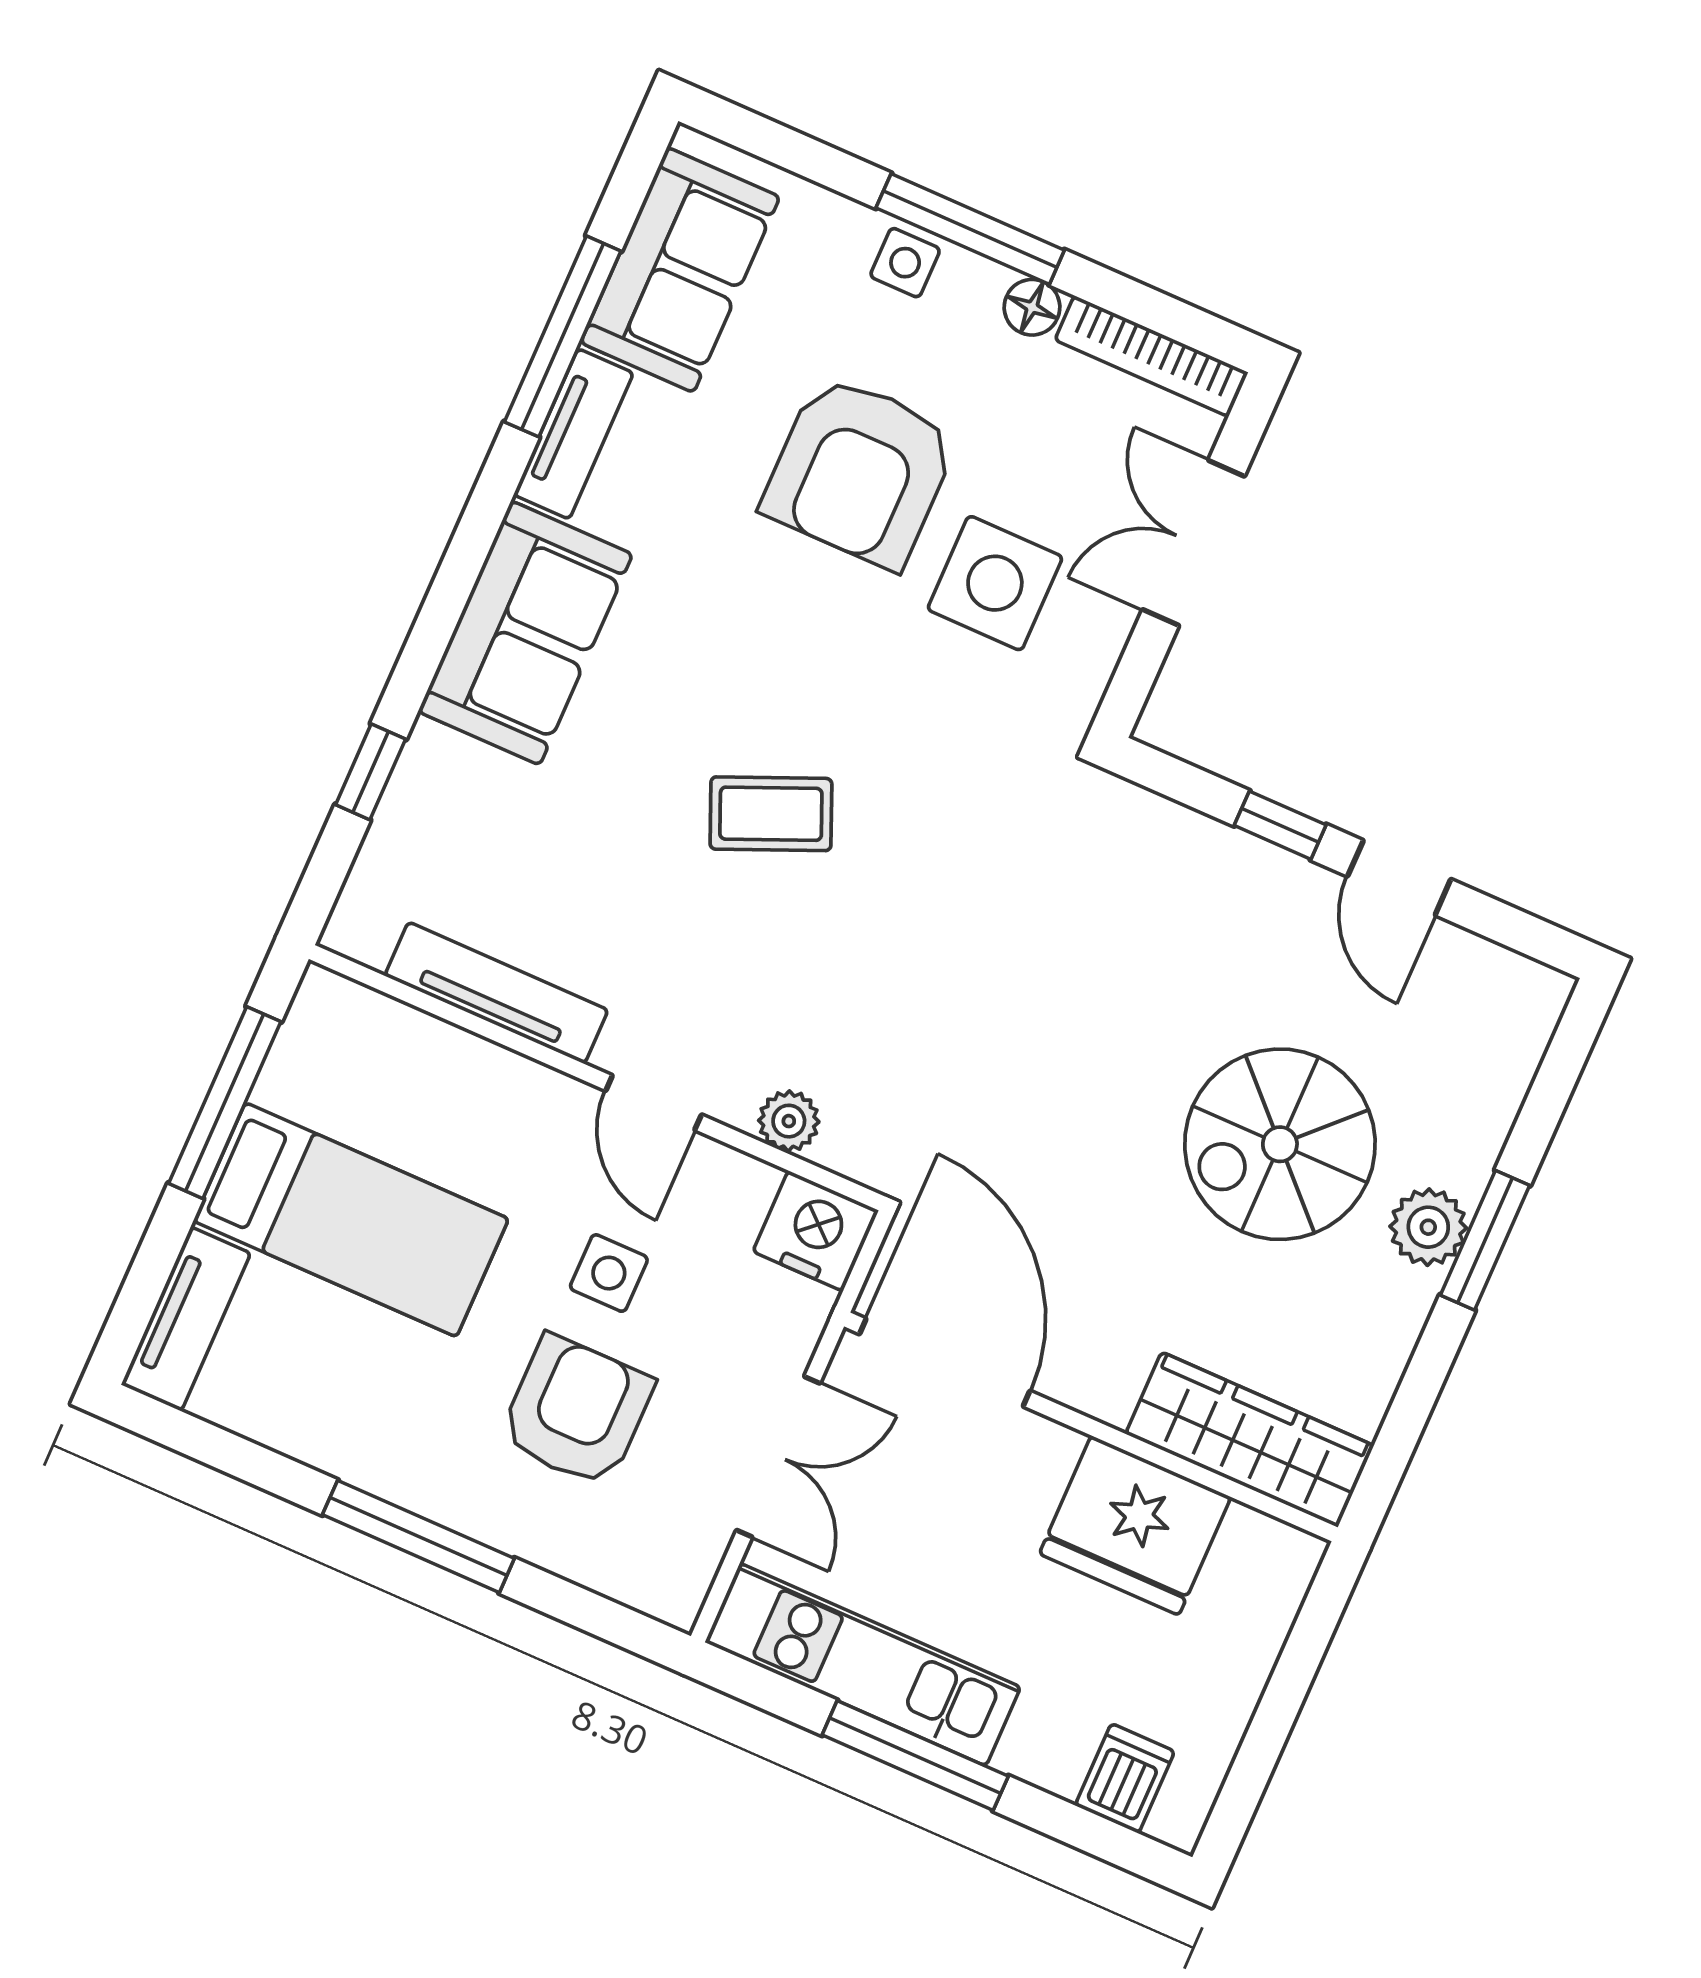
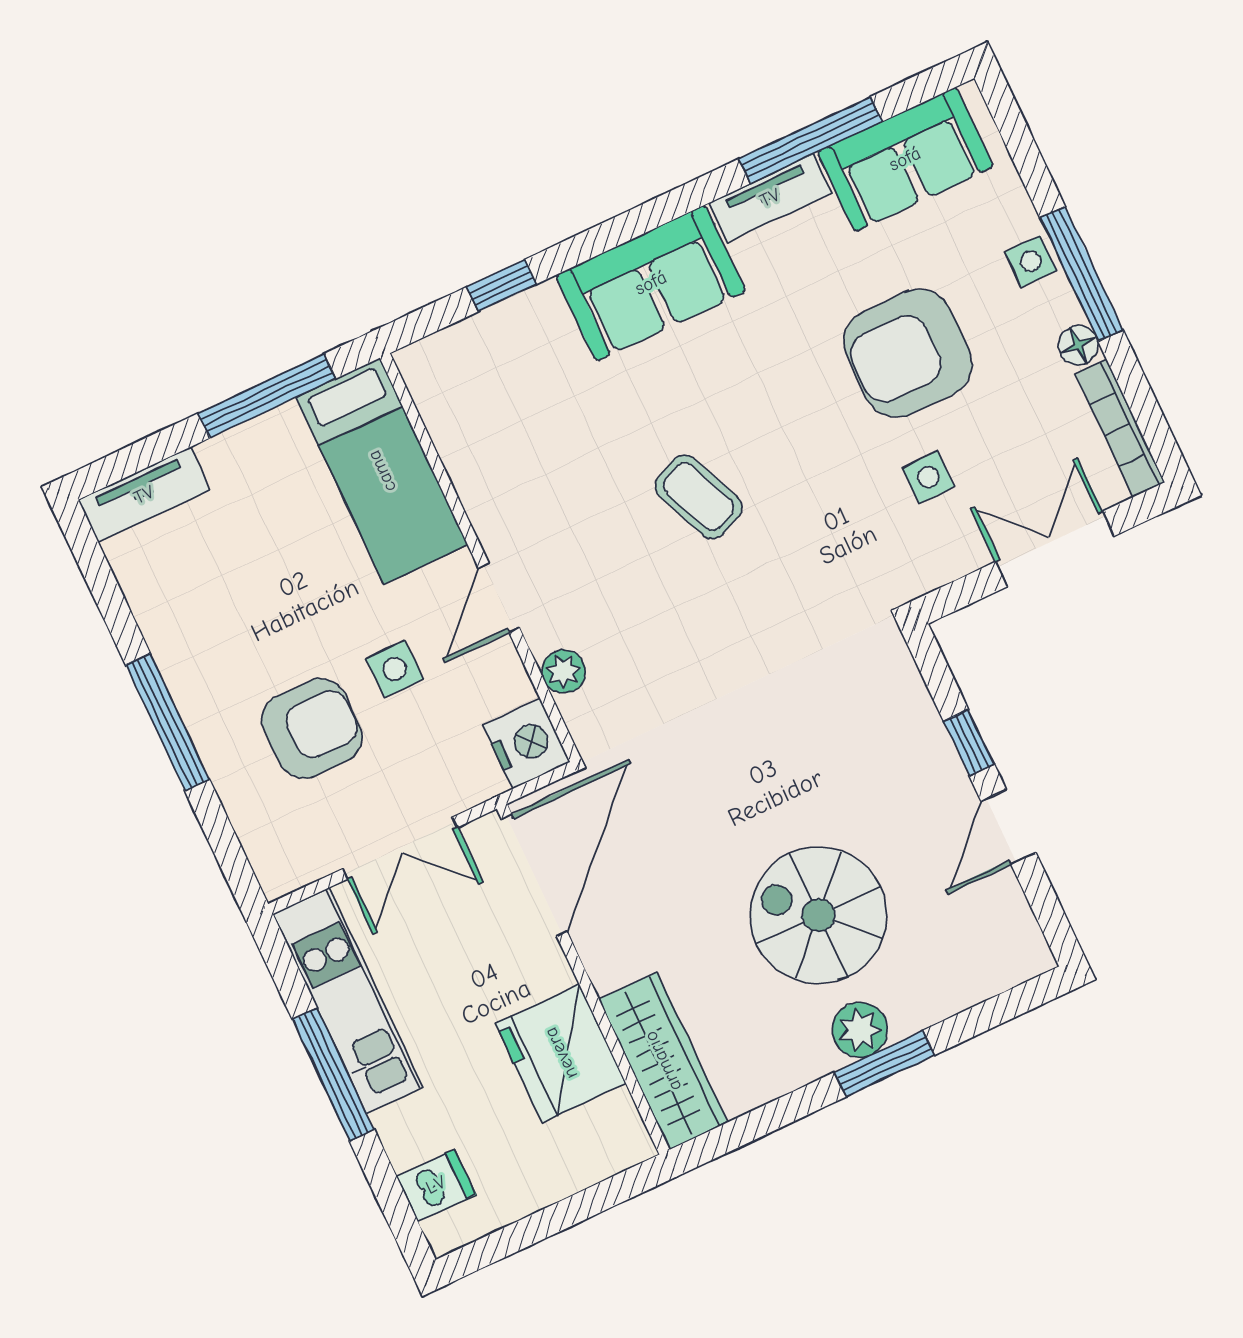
side table: (995, 583) -> (928, 477), width x0.54, depth x0.54
tv unit: (496, 993) -> (466, 464), removed
bed: (351, 1220) -> (382, 471), moved

